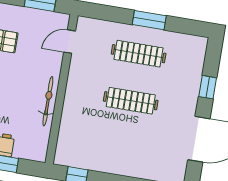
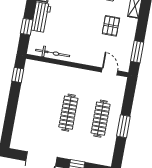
bicycle: (48, 101) -> (53, 53), moved

